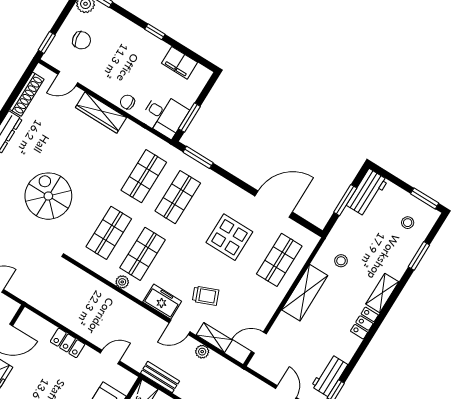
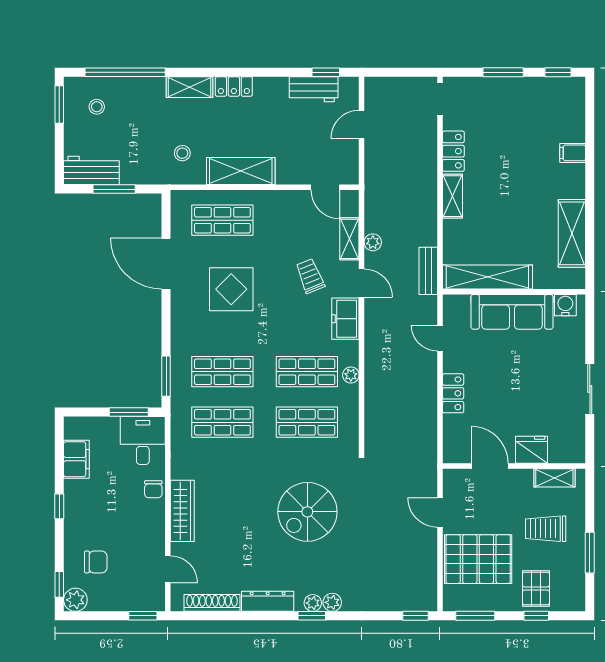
chair: (82, 40) -> (96, 562), moved, turned 100
window: (419, 256) -> (125, 72), width x2.11

